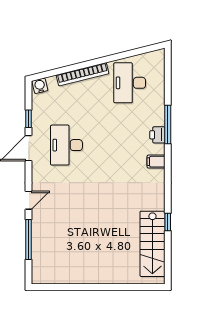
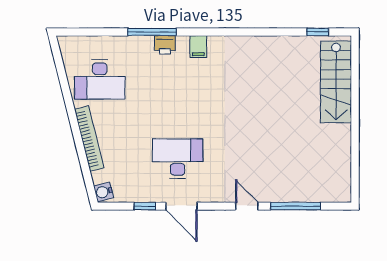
desk: (66, 145) -> (178, 159), turned 180
window: (168, 222) -> (318, 32), moved
stairs: (152, 244) -> (336, 82), moved, turned 90

